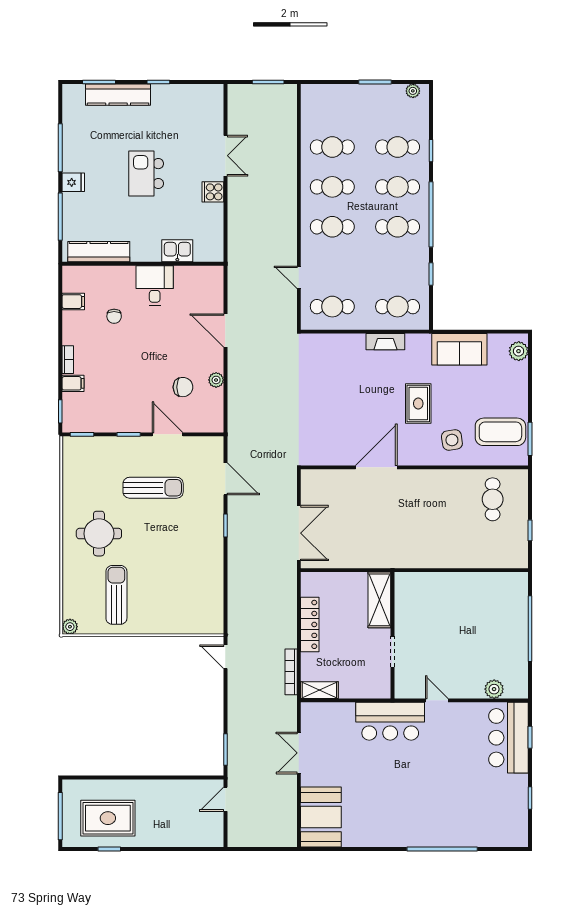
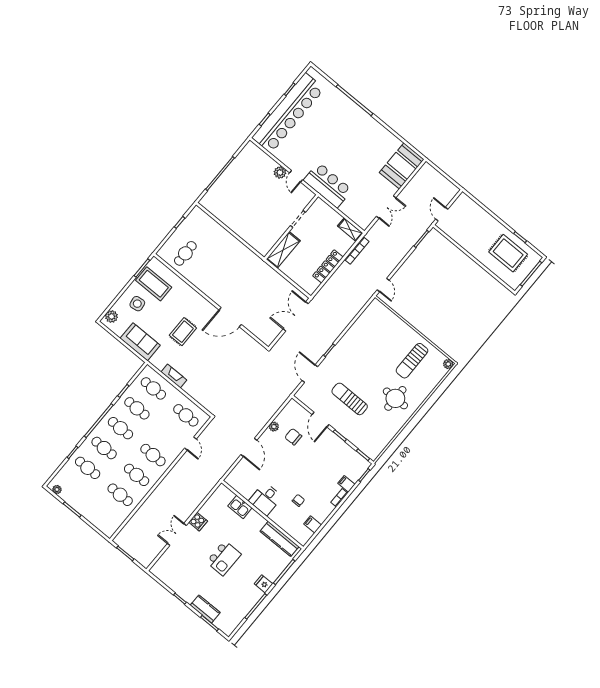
kitchen counter: (118, 95) -> (205, 609), width x0.67
cafe table: (398, 267) -> (137, 408), added
side table: (452, 440) -> (137, 304), moved
plant: (494, 689) -> (280, 173), moved
bar counter: (509, 738) -> (288, 113), width x1.86
door: (225, 799) -> (442, 214), swing flipped

